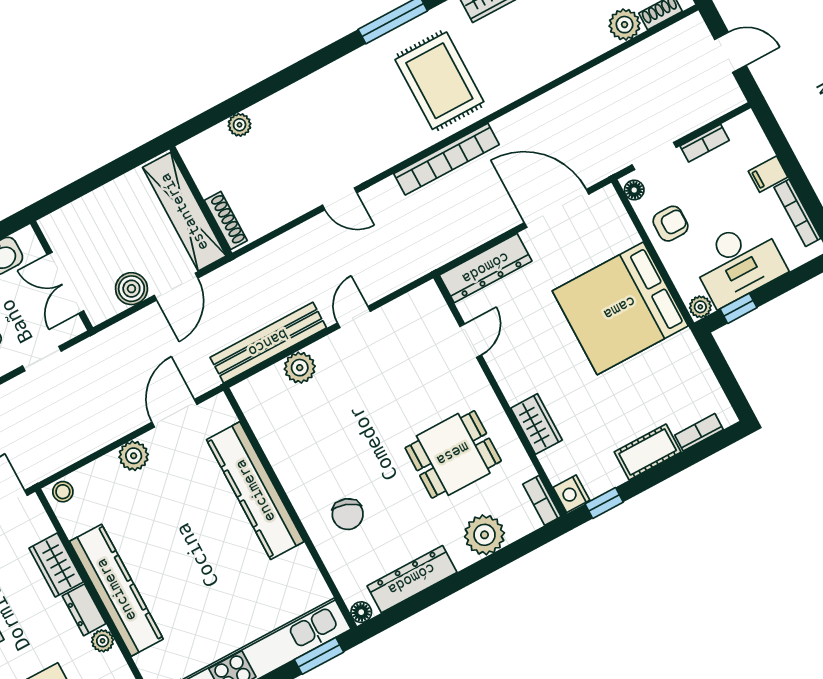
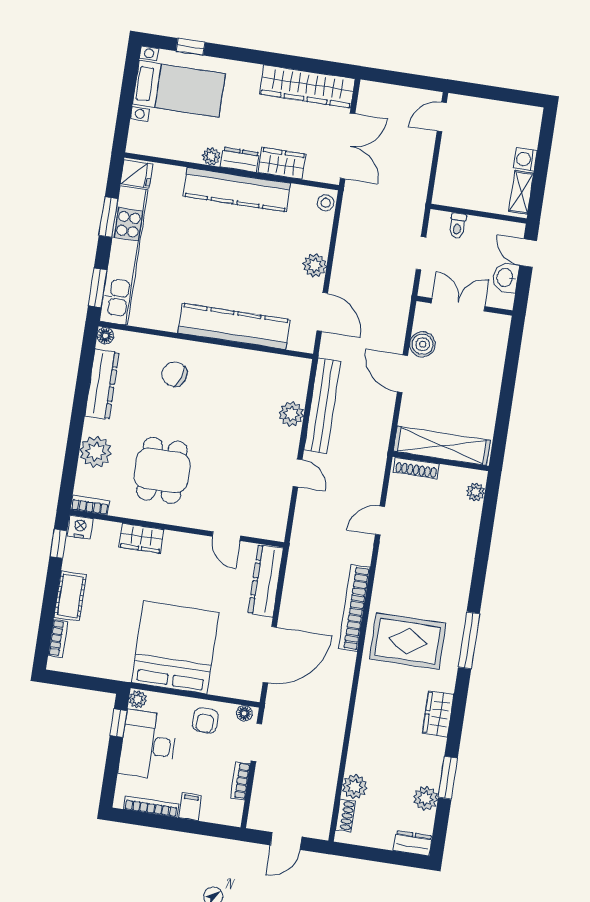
wall: (201, 201) -> (441, 461), moved
shelving: (184, 212) -> (442, 446), moved
shoe rack: (226, 220) -> (416, 468), moved

